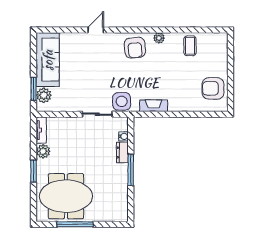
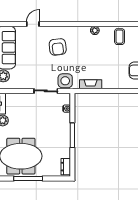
door: (96, 30) -> (33, 24), moved
armchair: (135, 48) -> (58, 47), moved
dresser: (122, 152) -> (66, 167), moved

